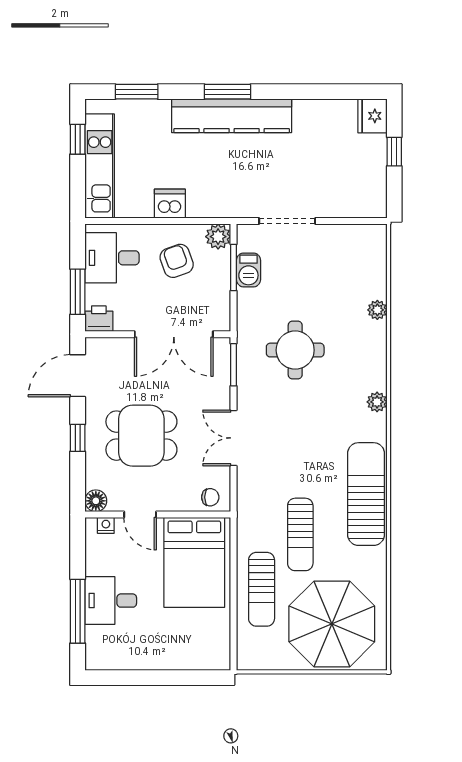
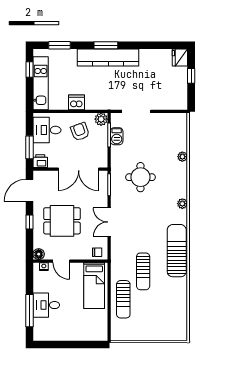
bed: (194, 562) -> (94, 286), width x0.67
parasol: (332, 624) -> (159, 317), removed

